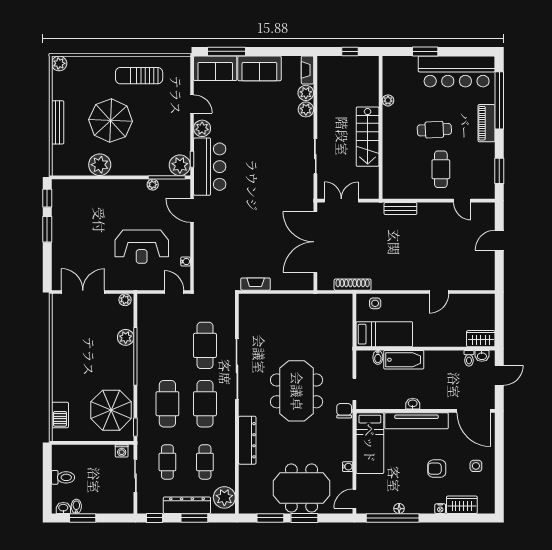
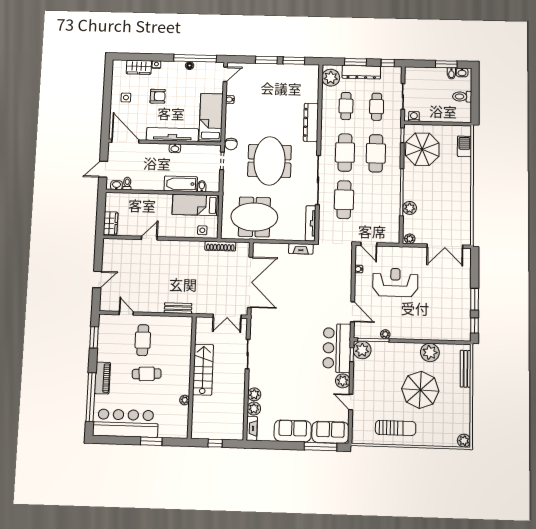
bench: (58, 122) -> (466, 369), moved
tv unit: (245, 315) -> (311, 223), added
wardrobe: (481, 339) -> (111, 223), moved, turned -90
meeting table: (301, 488) -> (254, 217), moved

